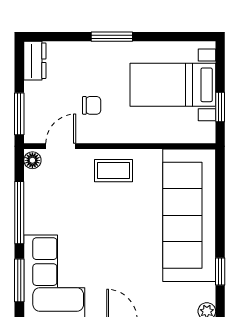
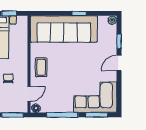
door: (61, 146) -> (29, 94), swing flipped
window: (220, 271) -> (79, 13), moved

